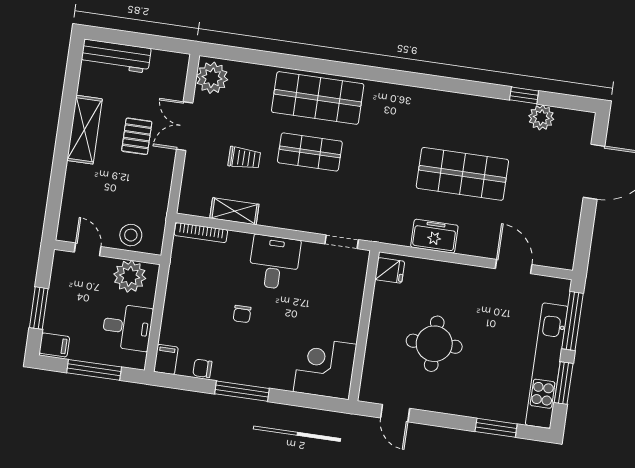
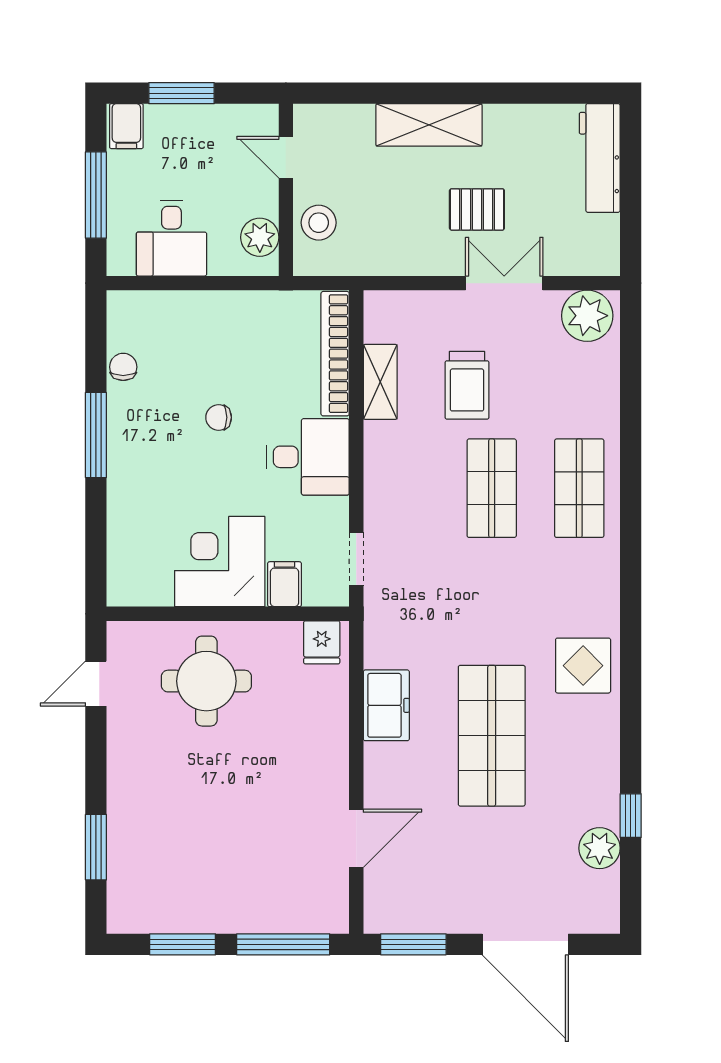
shop shelf: (318, 98) -> (579, 488), width x0.70, depth x0.74
display table: (427, 111) -> (583, 666), added
shelving: (85, 130) -> (429, 125), moved
trolley: (244, 158) -> (467, 385), width x1.36, depth x1.39
bookcase: (201, 233) -> (335, 354), width x1.48, depth x1.31
window: (584, 241) -> (413, 944), added
door: (88, 249) -> (286, 157), swing flipped
plant: (130, 276) -> (260, 237), width x0.73, depth x0.73
round table: (434, 344) -> (206, 681), moved
filing cabinet: (166, 359) -> (284, 584), moved, turned -90
kitchen unit: (547, 366) -> (206, 913), removed
corner desk: (325, 368) -> (220, 562), moved, turned -90

